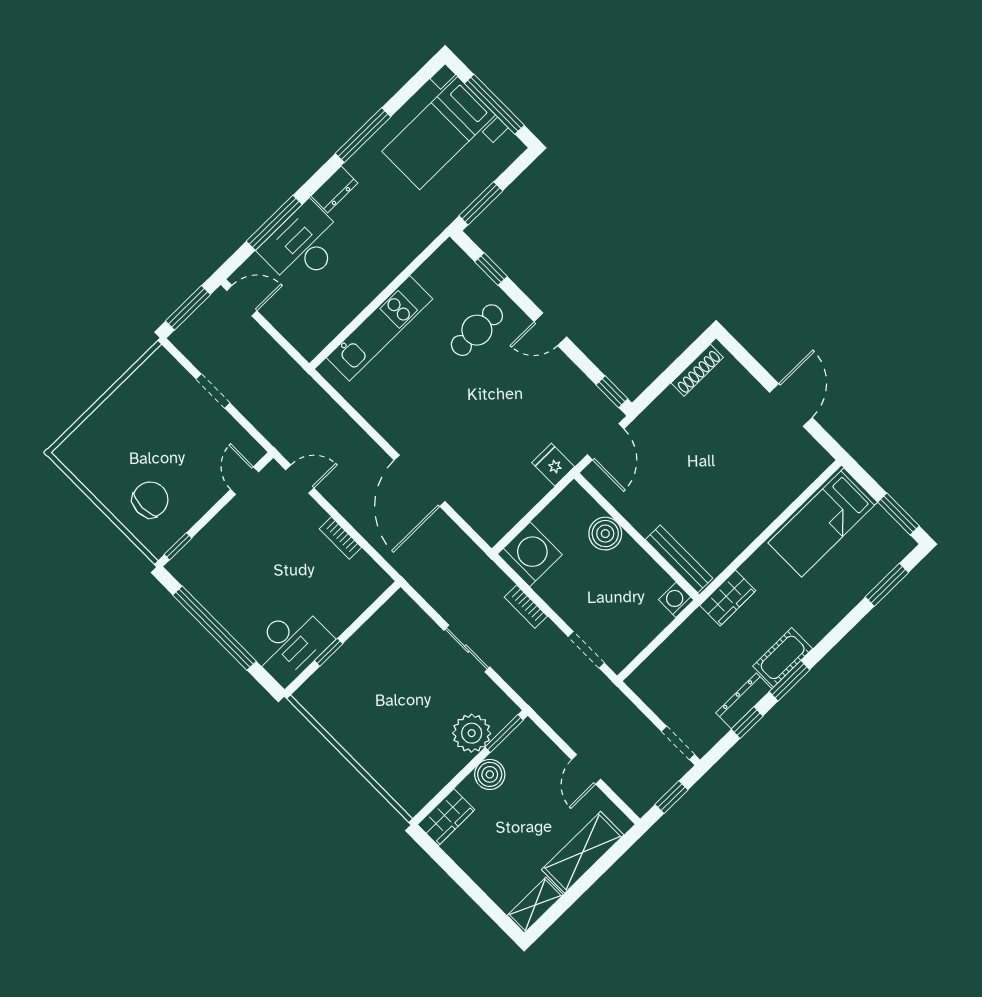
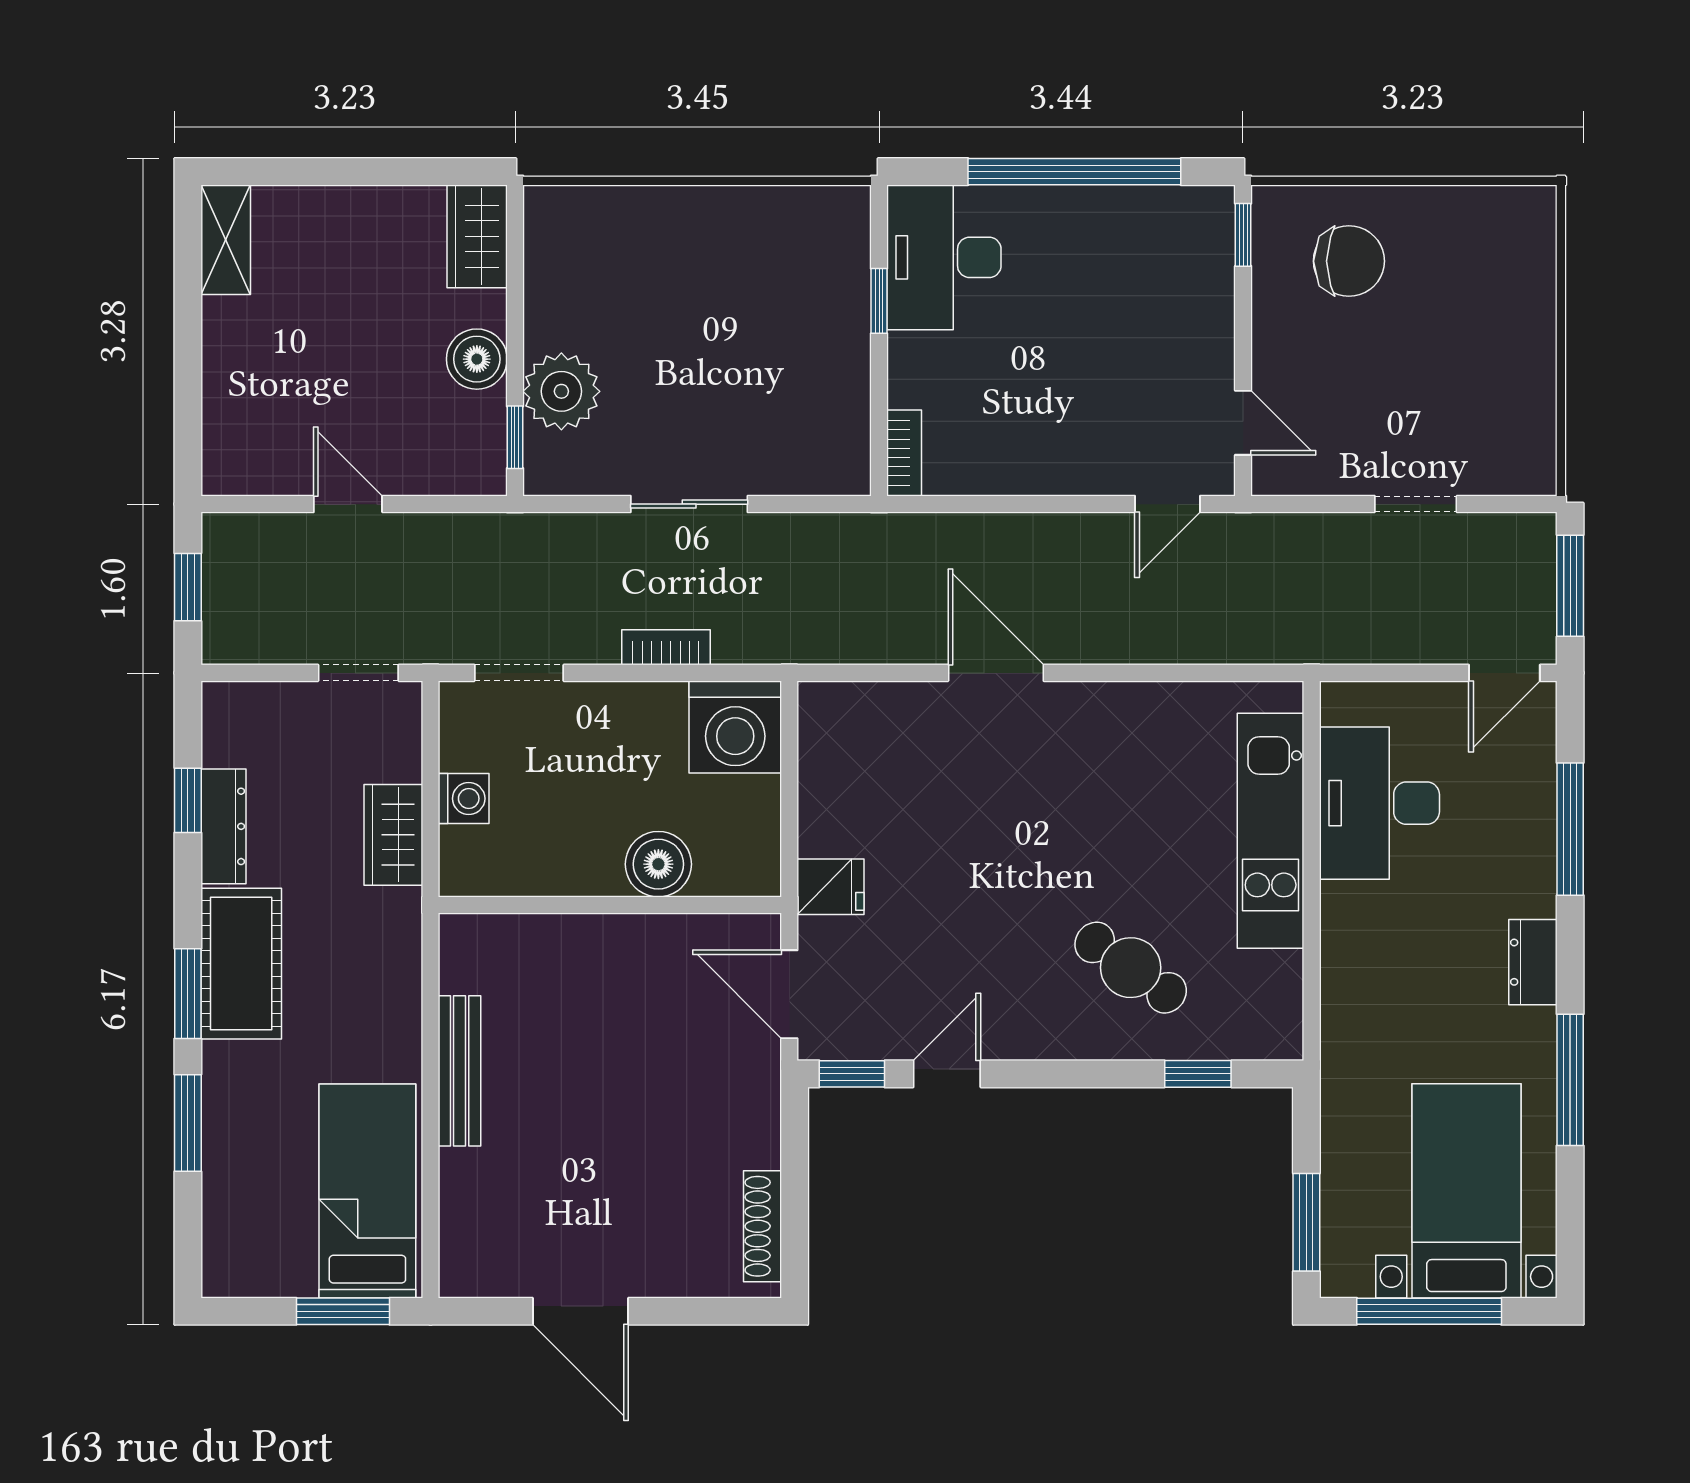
window: (481, 203) -> (1306, 1222), moved
desk: (303, 245) -> (1379, 803), moved, turned 180
door: (550, 329) -> (947, 1074), moved
cafe table: (477, 330) -> (1131, 968), turned -55
door: (420, 481) -> (996, 673), width x0.73
chair: (150, 500) -> (1349, 261), turned -90
window: (898, 514) -> (343, 1311), moved
bookcase: (340, 538) -> (904, 453), moved, turned 90
bench: (679, 559) -> (460, 1071), moved, turned 90
window: (887, 585) -> (188, 1123), moved
wardrobe: (728, 598) -> (393, 835), moved
washing machine: (676, 600) -> (464, 799), moved
cot: (783, 657) -> (241, 964), width x1.37, depth x1.34
window: (789, 681) -> (188, 994), moved
window: (504, 734) -> (515, 437), width x0.67
doorway: (678, 743) -> (358, 673), moved
shelving: (583, 852) -> (234, 382), removed

